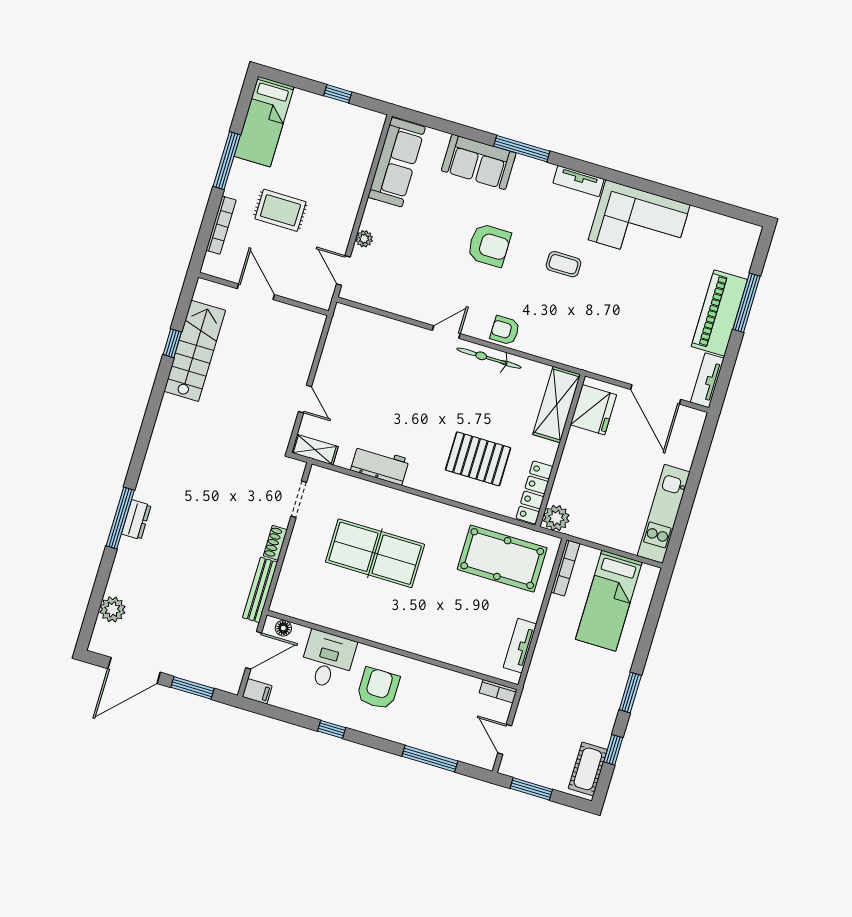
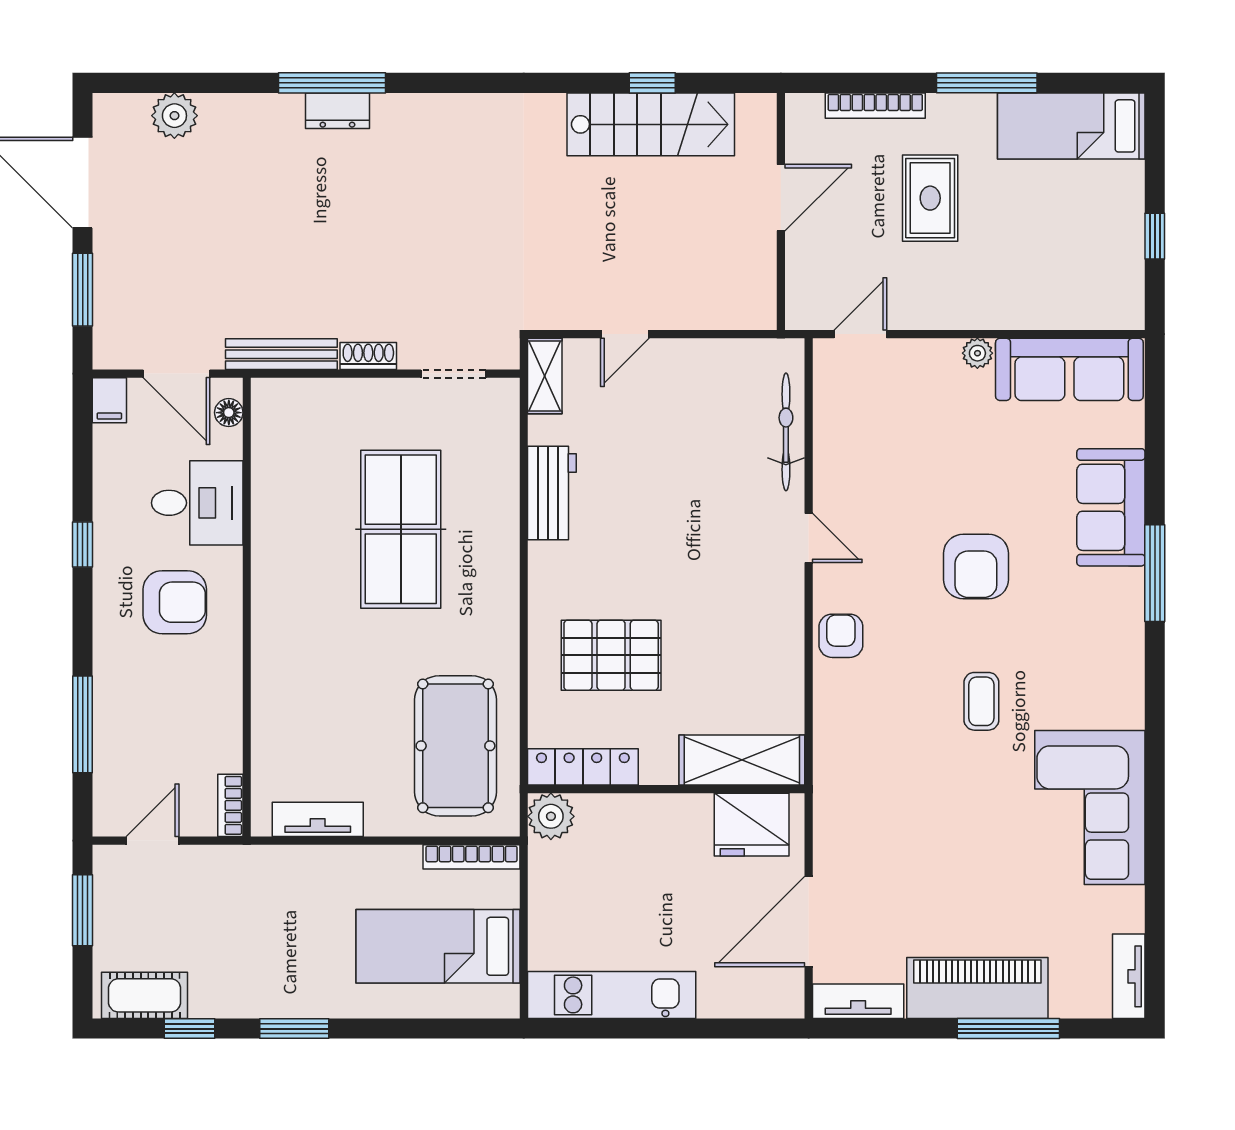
tv unit: (579, 181) -> (1129, 976), moved
plant: (364, 239) -> (977, 353), moved
bicycle: (489, 358) -> (786, 432), moved
pallet: (478, 459) -> (611, 655), turned 90

